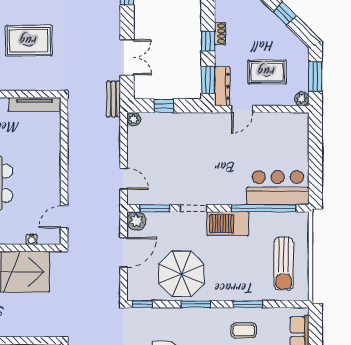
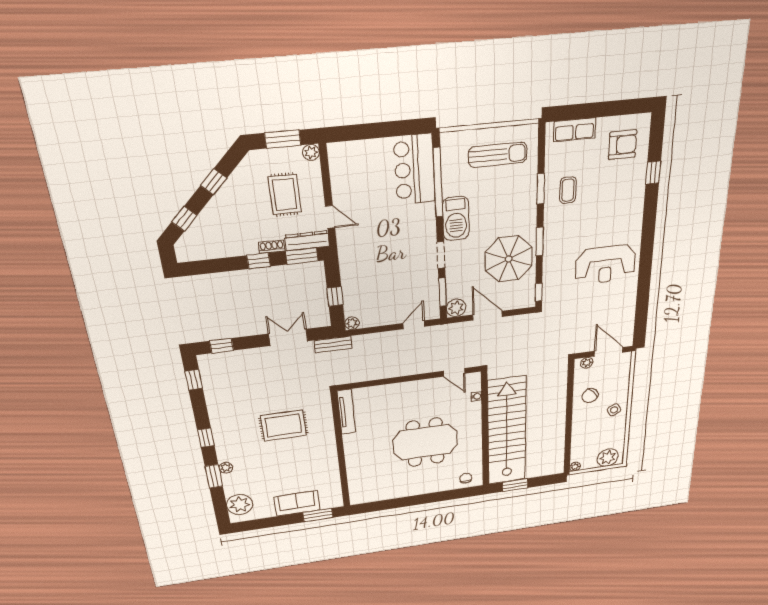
shoe rack: (220, 34) -> (272, 247), moved
rug: (29, 41) -> (284, 425), turned 90

